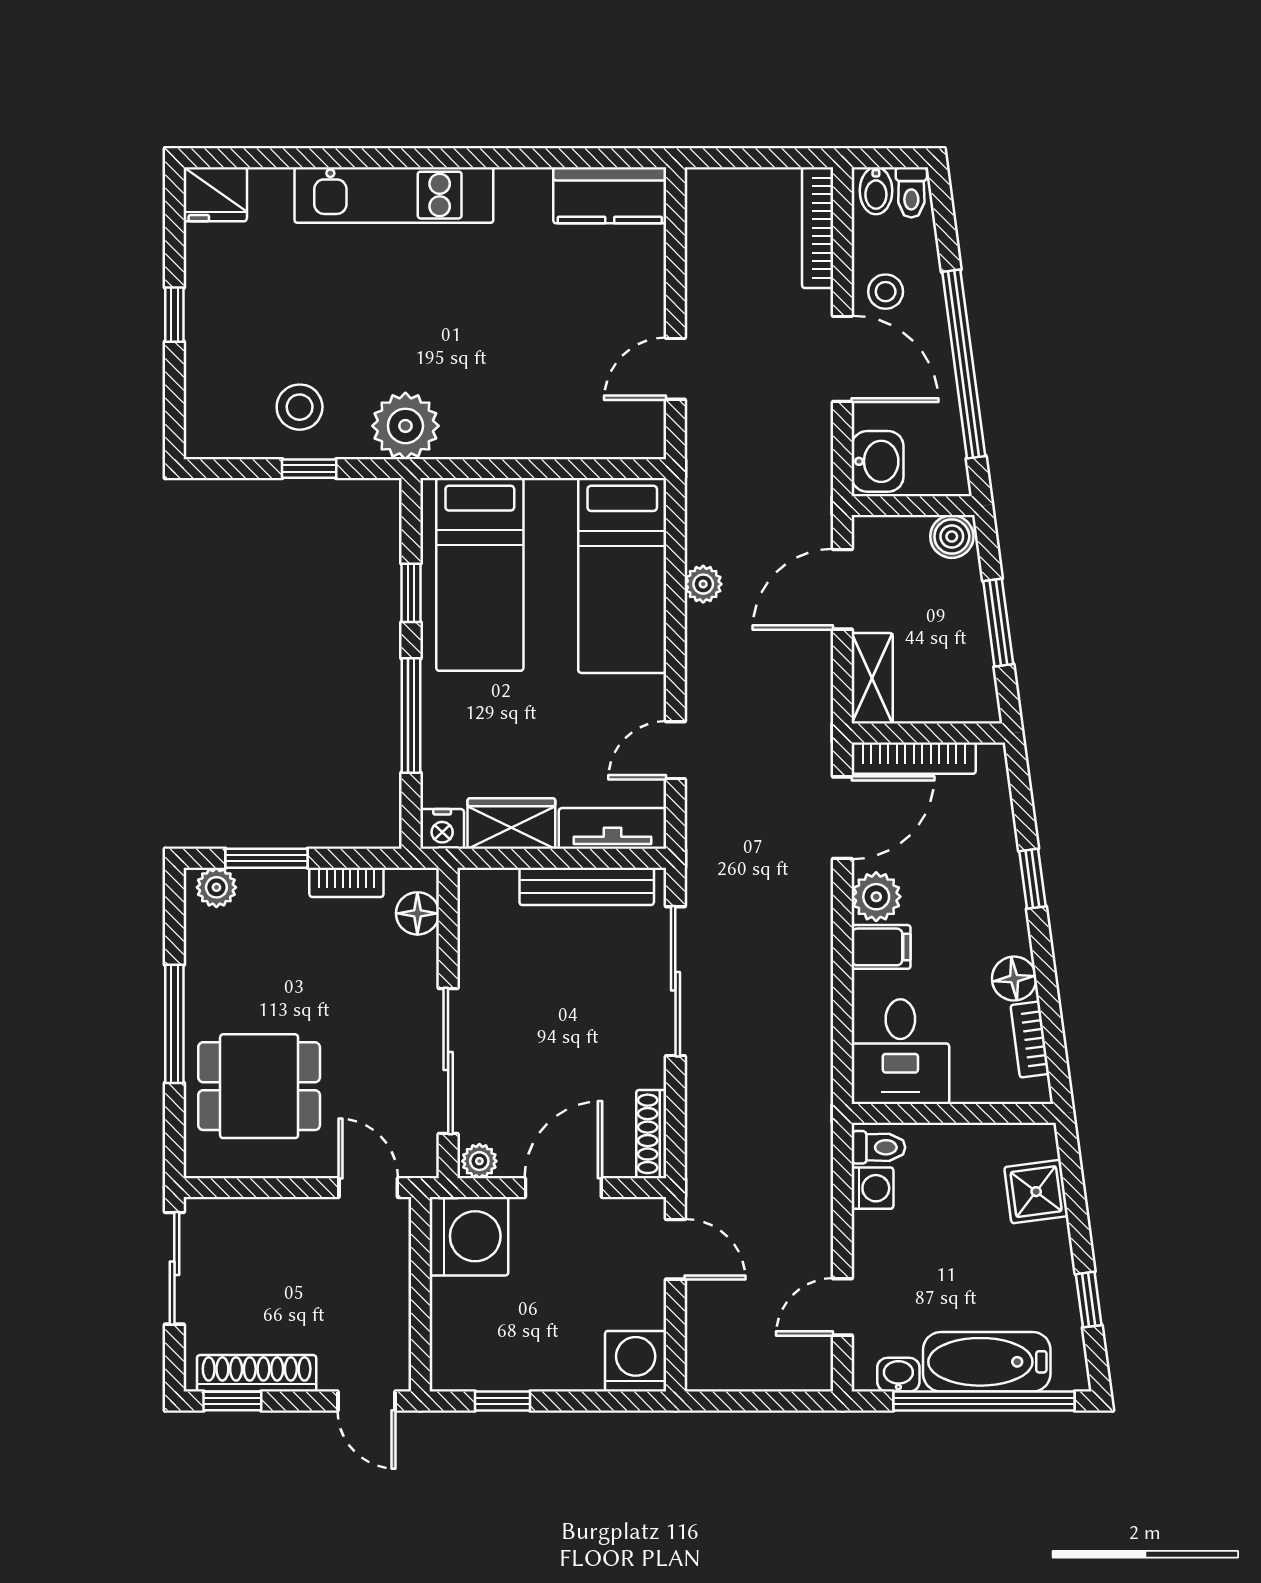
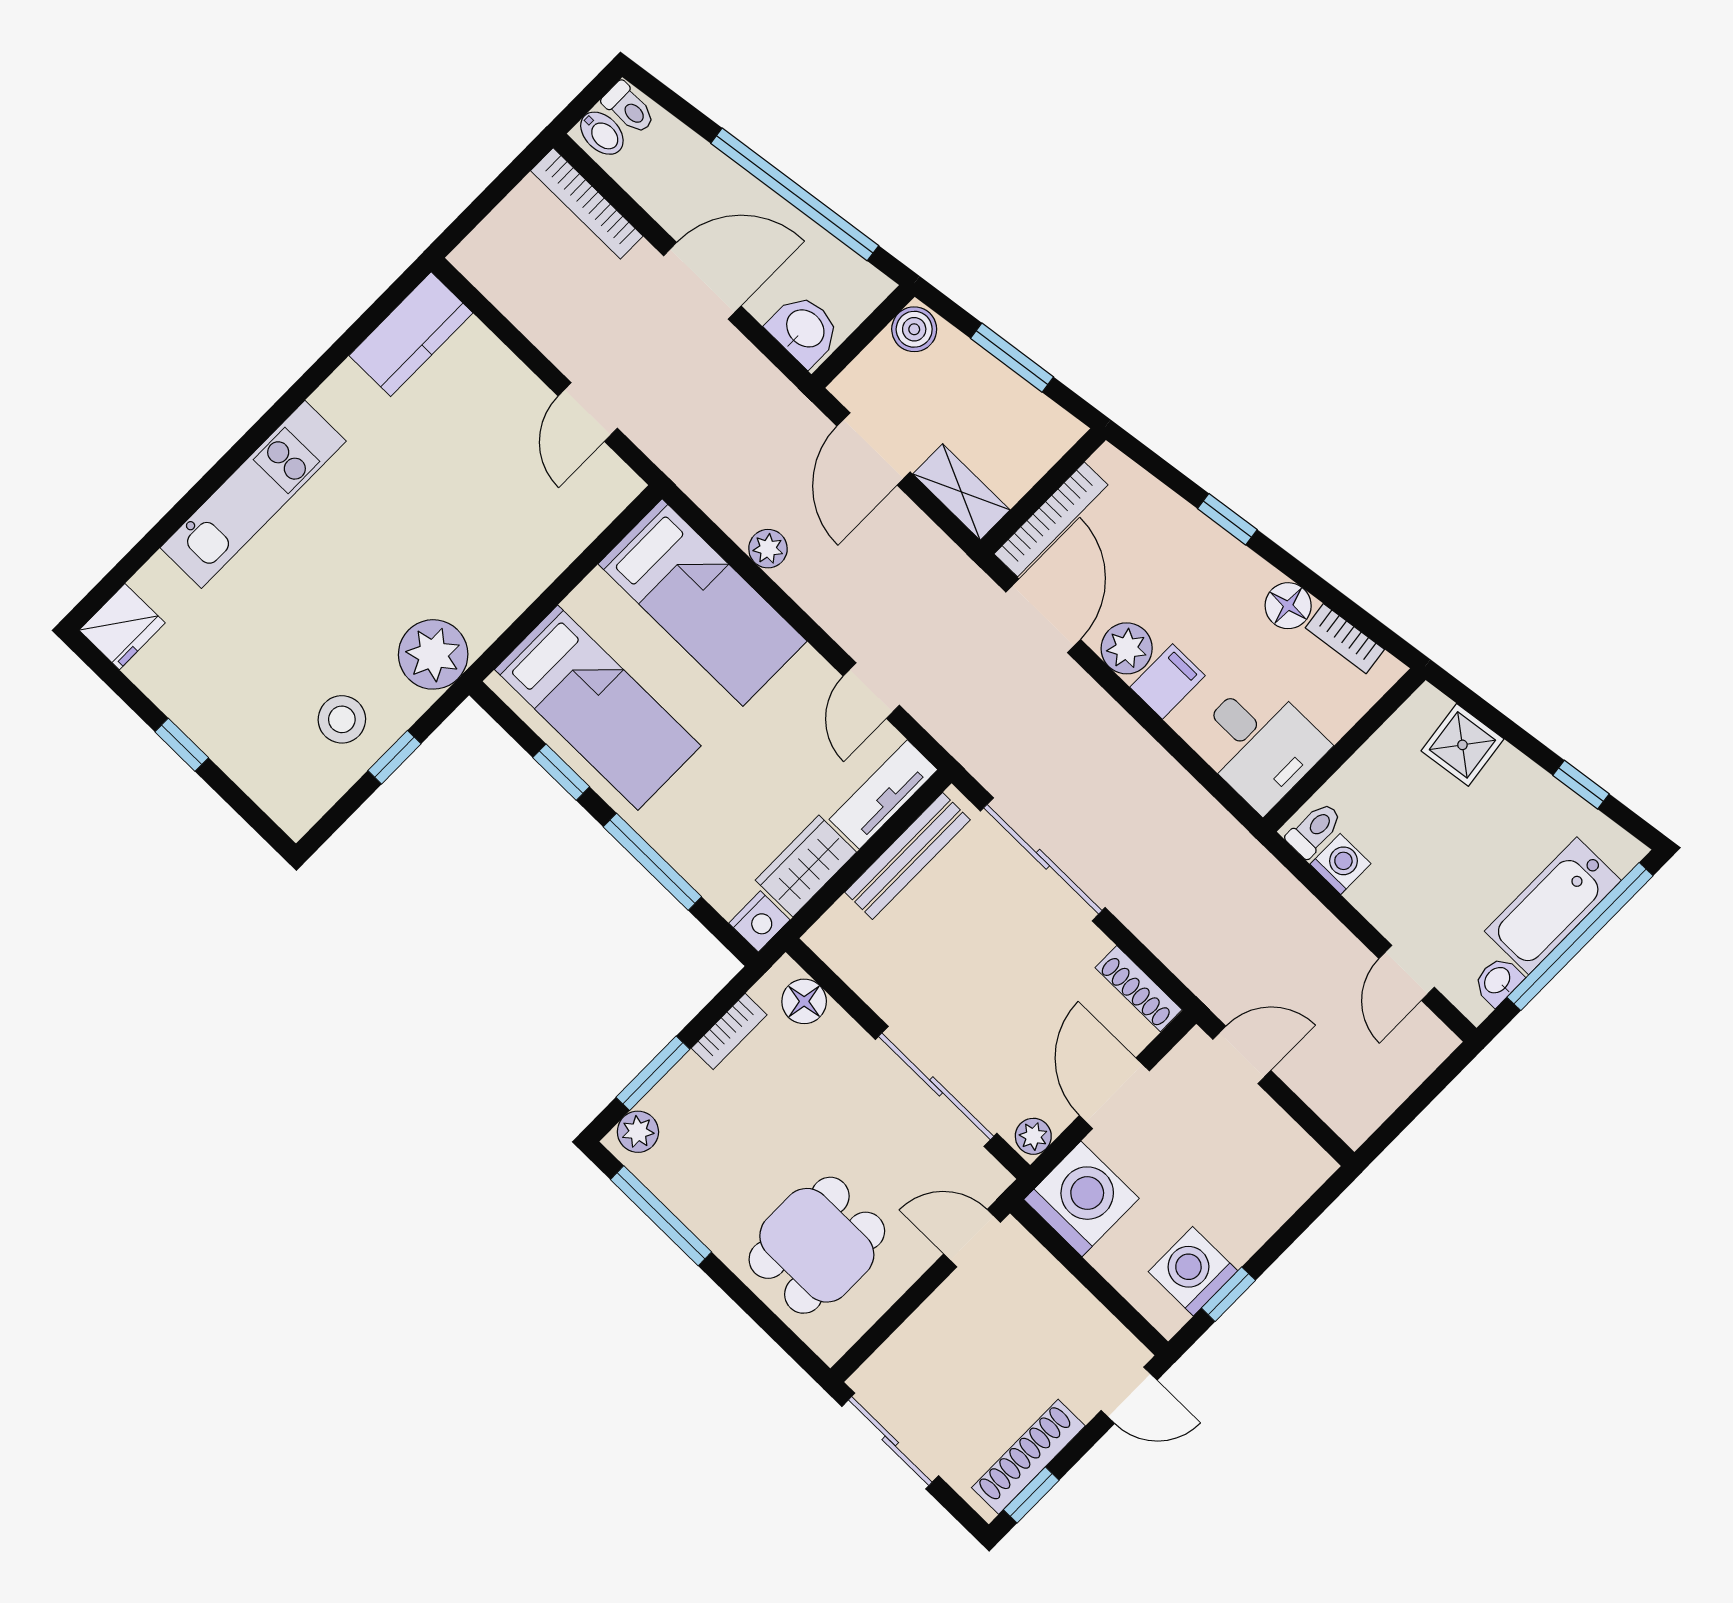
stool: (886, 292) -> (684, 200), removed
window: (174, 1024) -> (661, 1216), moved
washing machine: (636, 1361) -> (1193, 1271), moved

